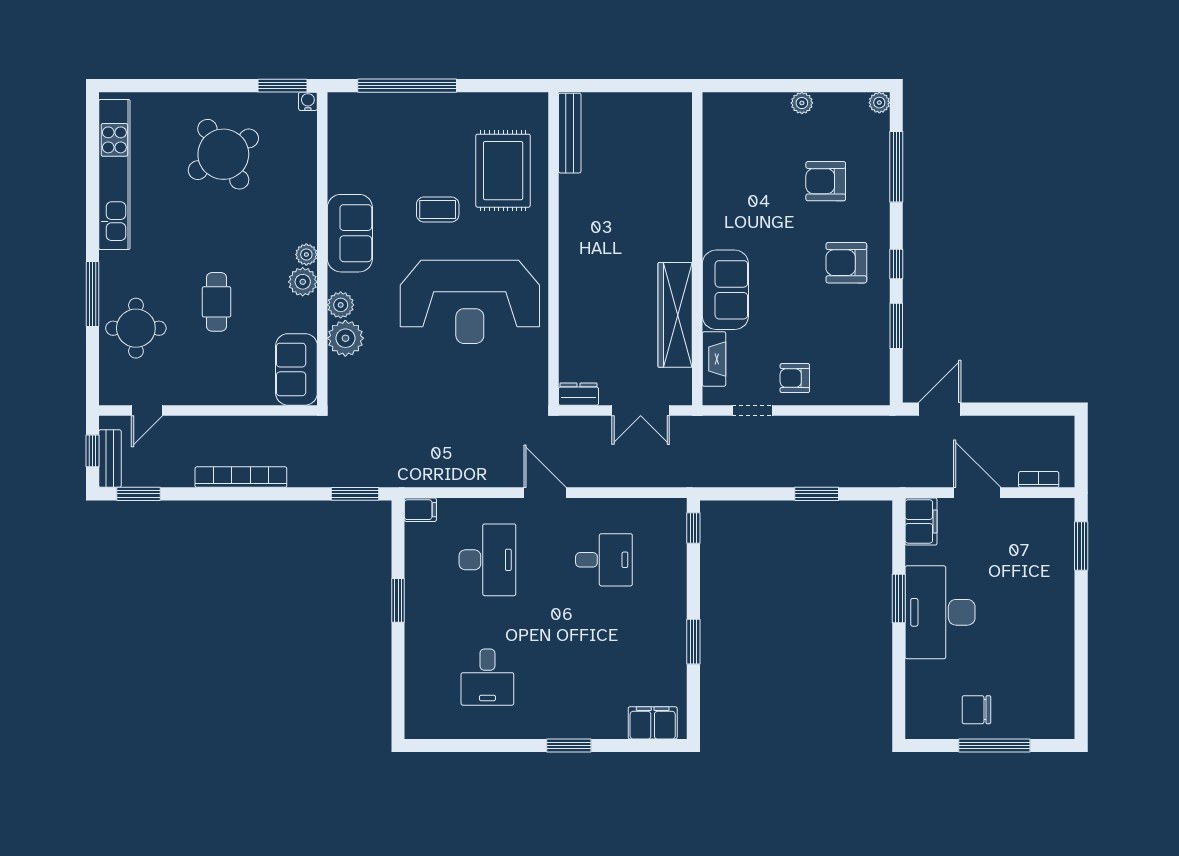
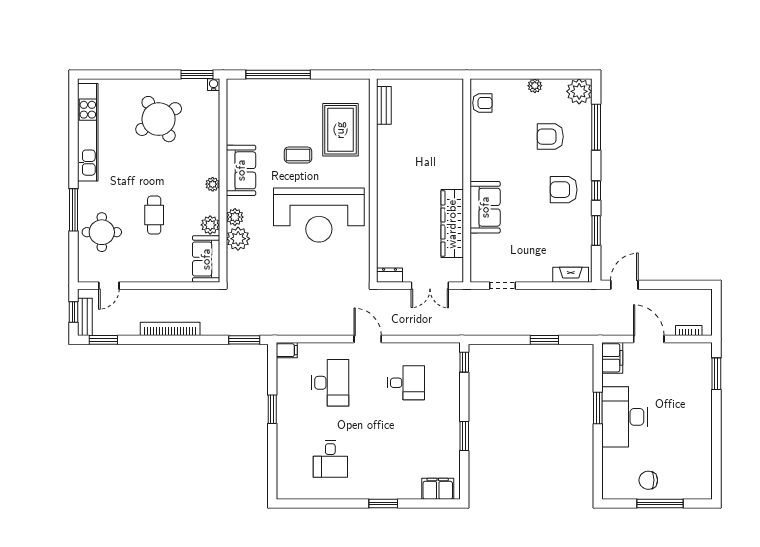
plant: (879, 103) -> (579, 91), width x1.87, depth x1.87
bench: (570, 133) -> (384, 105), width x0.73
plant: (303, 282) -> (210, 225), moved
fireplace: (714, 359) -> (571, 275), moved, turned -90
armchair: (795, 378) -> (482, 103), moved, turned 180

